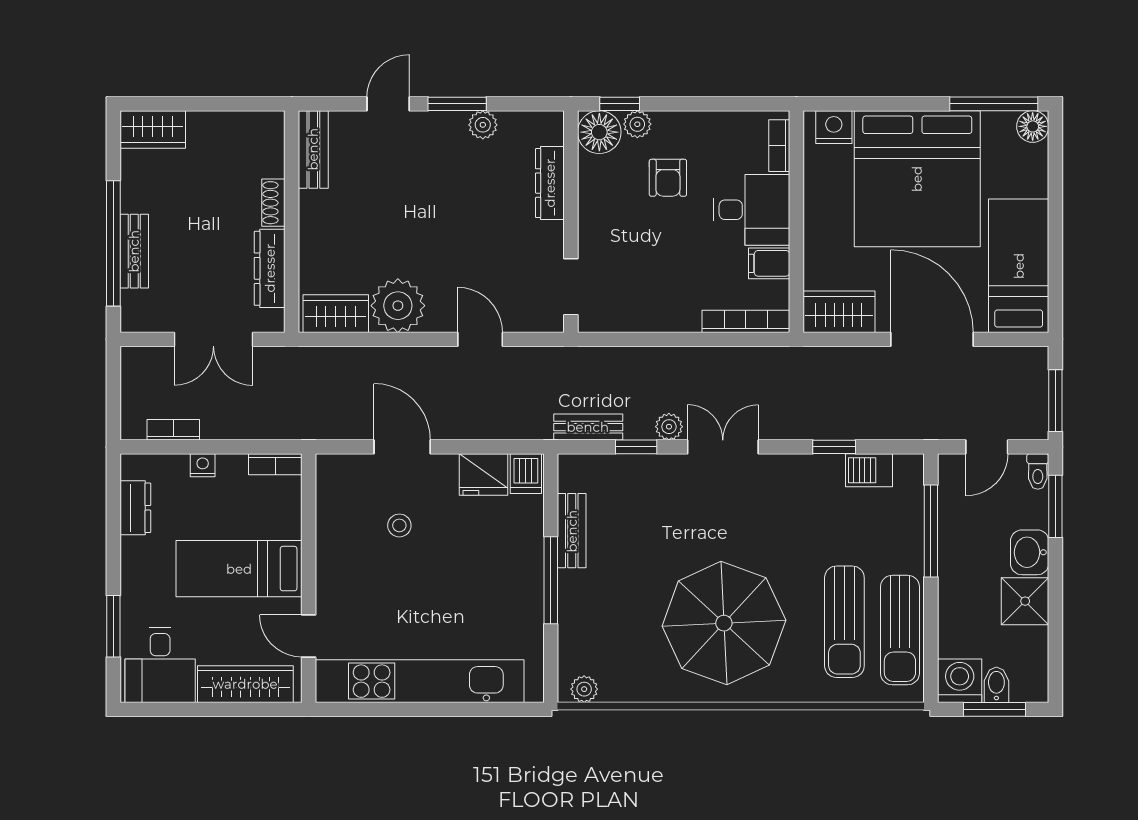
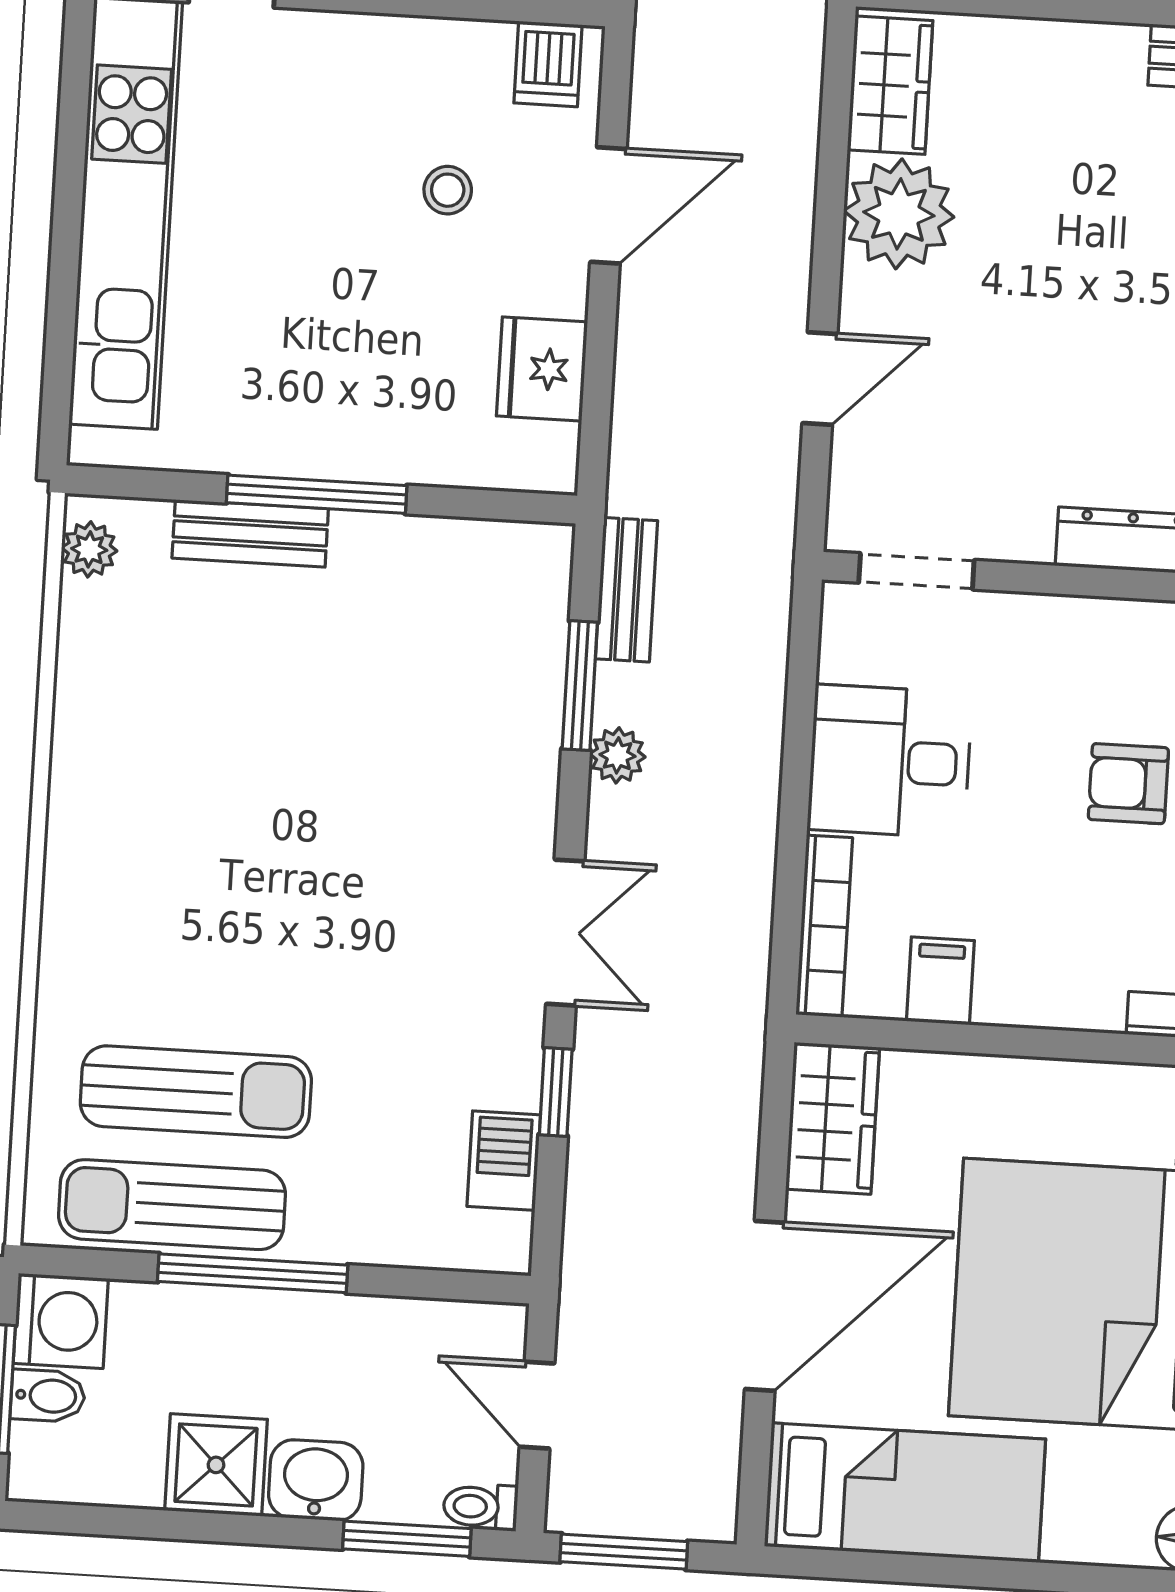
desk: (751, 210) -> (890, 761), moved, turned 90
window: (636, 447) -> (580, 686), width x1.50
double door: (723, 447) -> (565, 933), moved
dishwasher: (526, 474) -> (548, 64), moved, turned -90
bench: (572, 531) -> (250, 533), moved
window: (931, 531) -> (253, 1273), moved
sun lounger: (844, 622) -> (196, 1092), turned 180
parasol: (724, 623) -> (208, 844), removed

